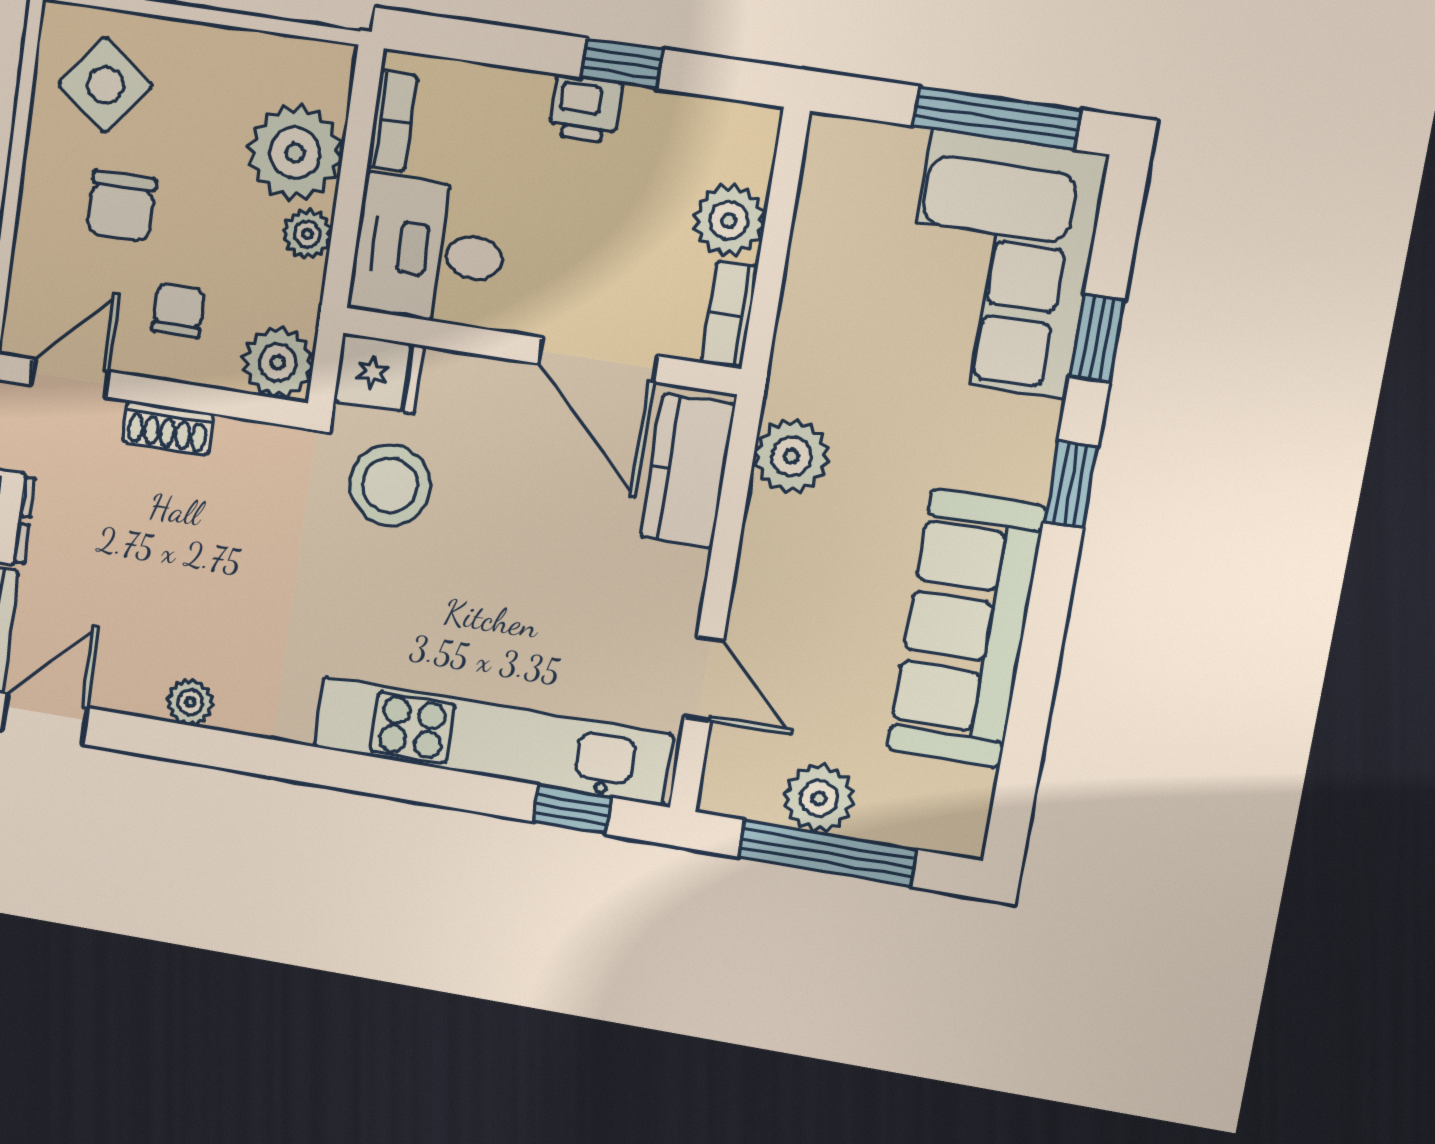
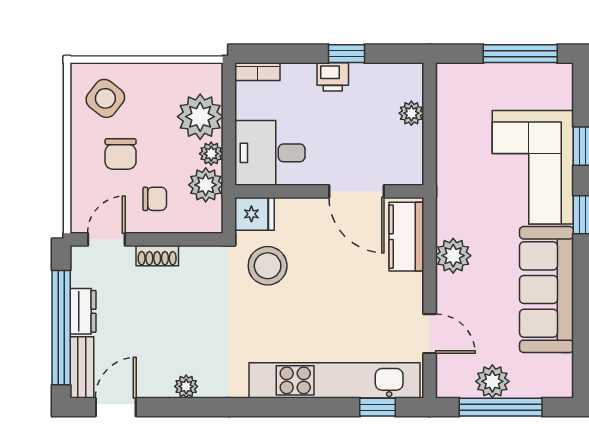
bookcase: (392, 121) -> (257, 72), moved, turned 90
plant: (729, 220) -> (411, 113), width x0.73, depth x0.73
corner sofa: (1000, 264) -> (533, 167), moved
chair: (179, 310) -> (155, 199), turned 90
bookcase: (729, 315) -> (414, 161), removed
plant: (278, 362) -> (206, 185), moved
plant: (791, 456) -> (453, 256), moved

